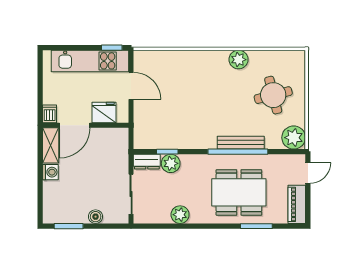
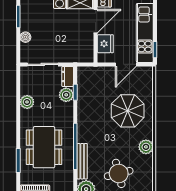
parasol: (192, 83) -> (128, 111), added
door: (75, 125) -> (96, 21), swing flipped
bench: (241, 143) -> (82, 161), moved

